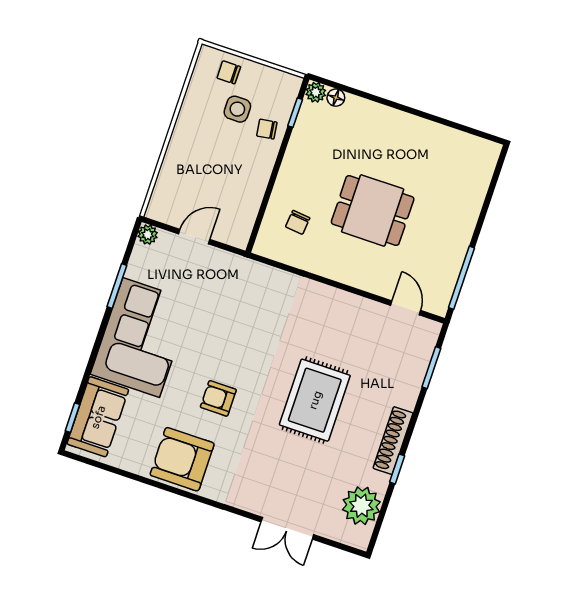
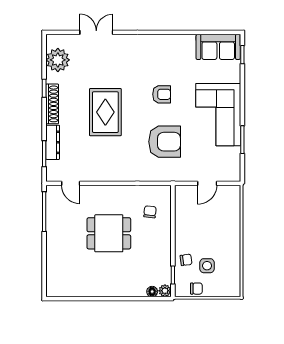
chair: (229, 72) -> (196, 289), moved
plant: (148, 235) -> (235, 176), removed
dresser: (412, 381) -> (53, 142), added
sofa: (98, 417) -> (218, 47), moved, turned -90
armchair: (182, 459) -> (165, 142), moved

